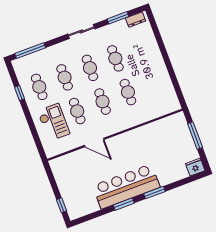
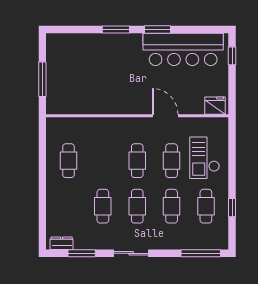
cafe table: (128, 92) -> (69, 161), moved
fridge: (195, 167) -> (215, 106), moved, turned 180
bar counter: (126, 186) -> (183, 49), moved

